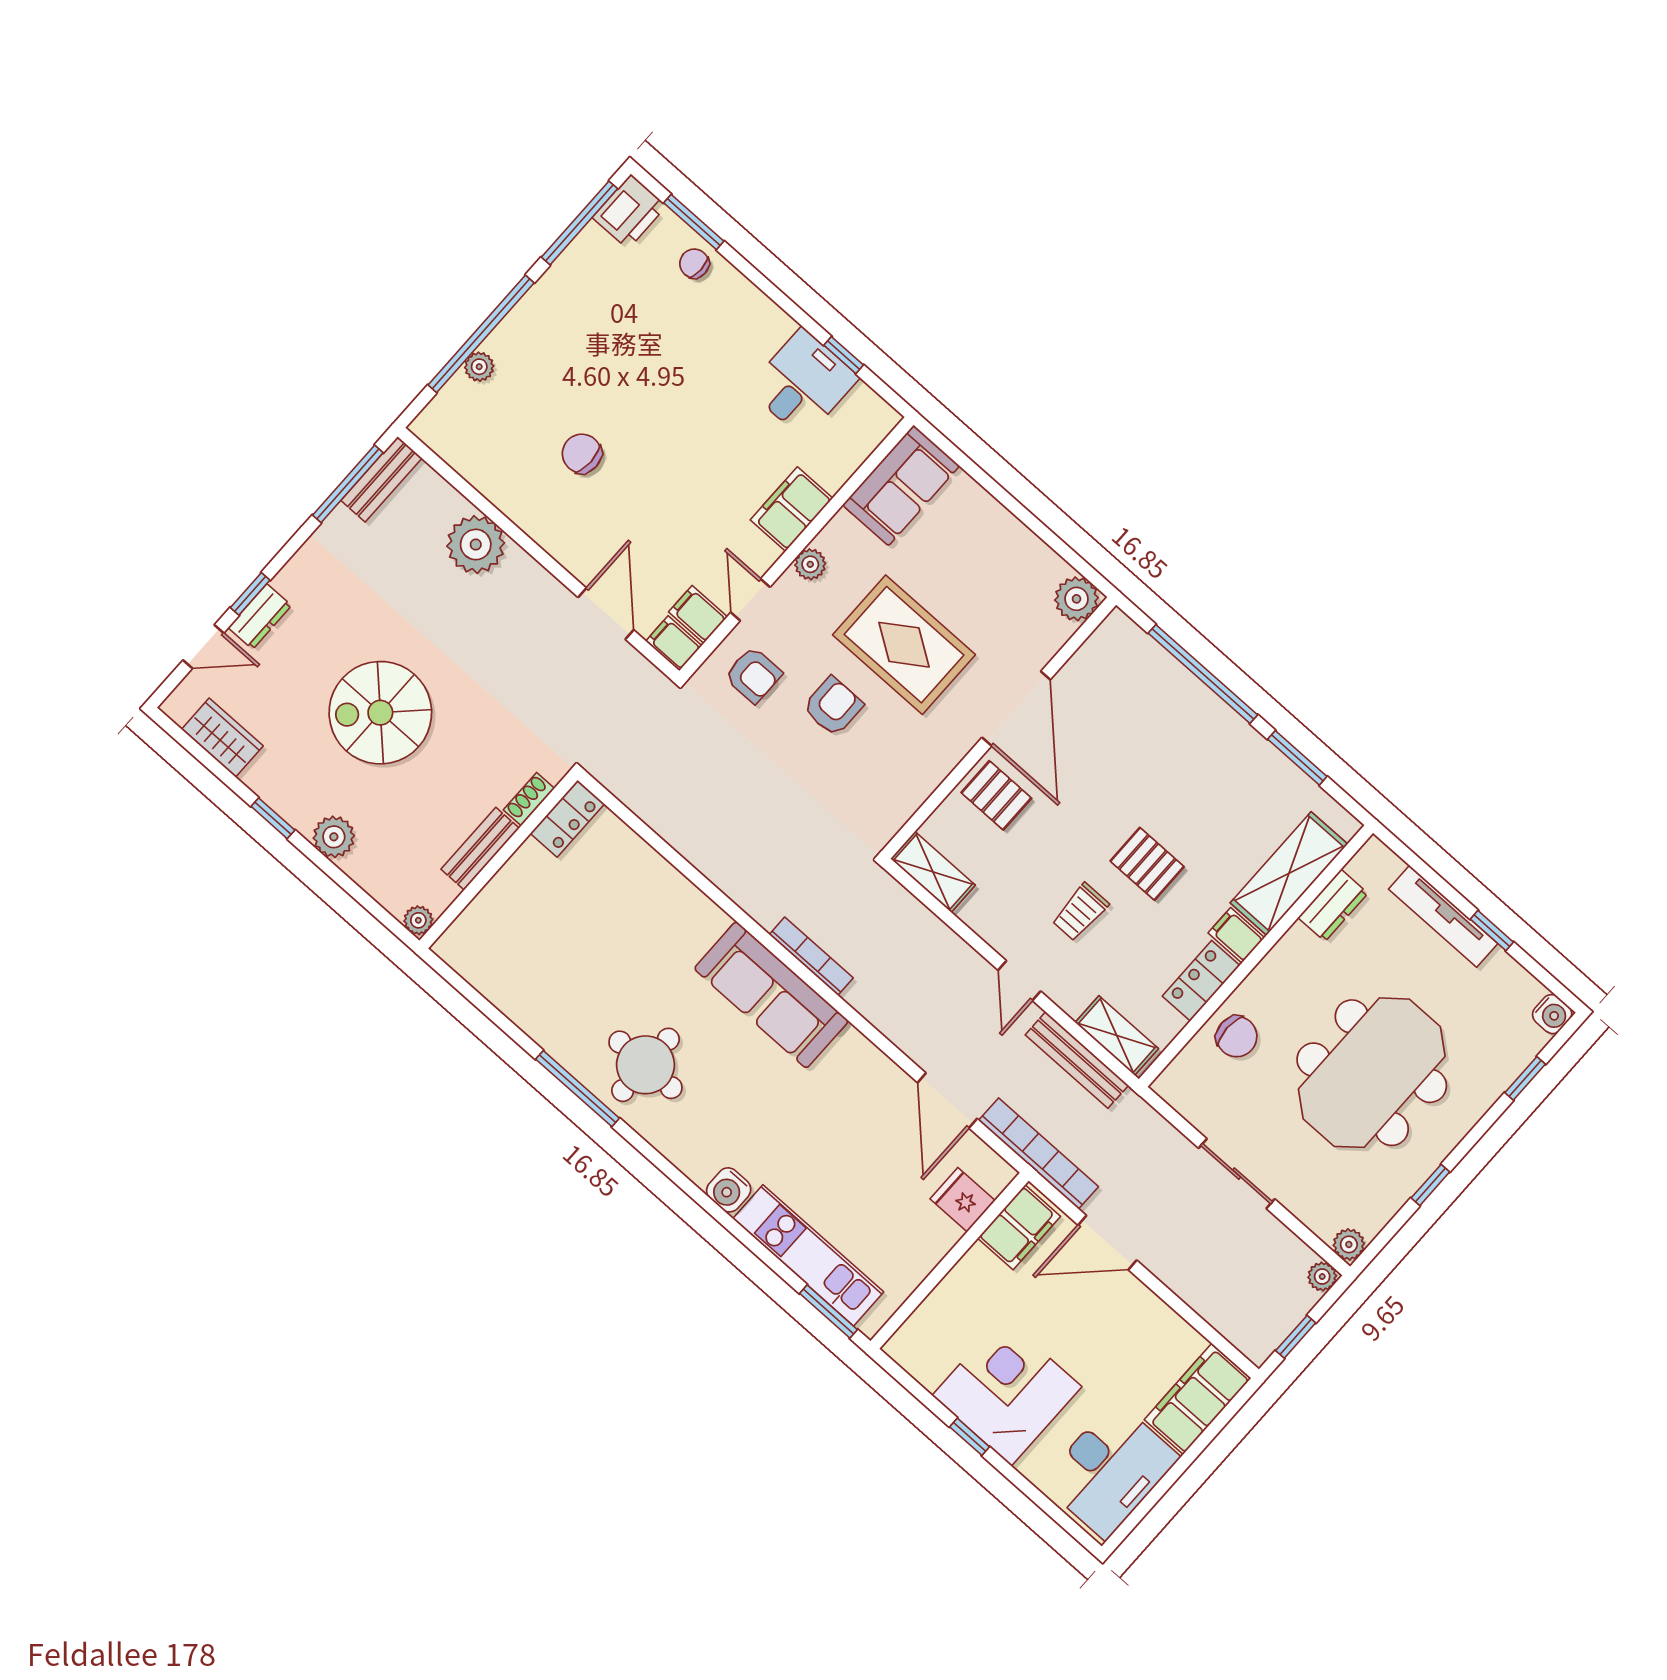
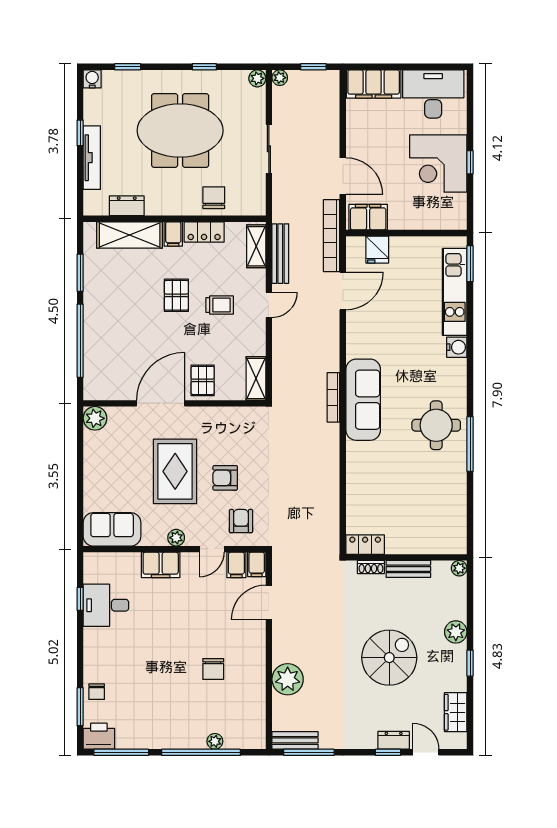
spiral stairs: (380, 713) -> (389, 658), turned -90

